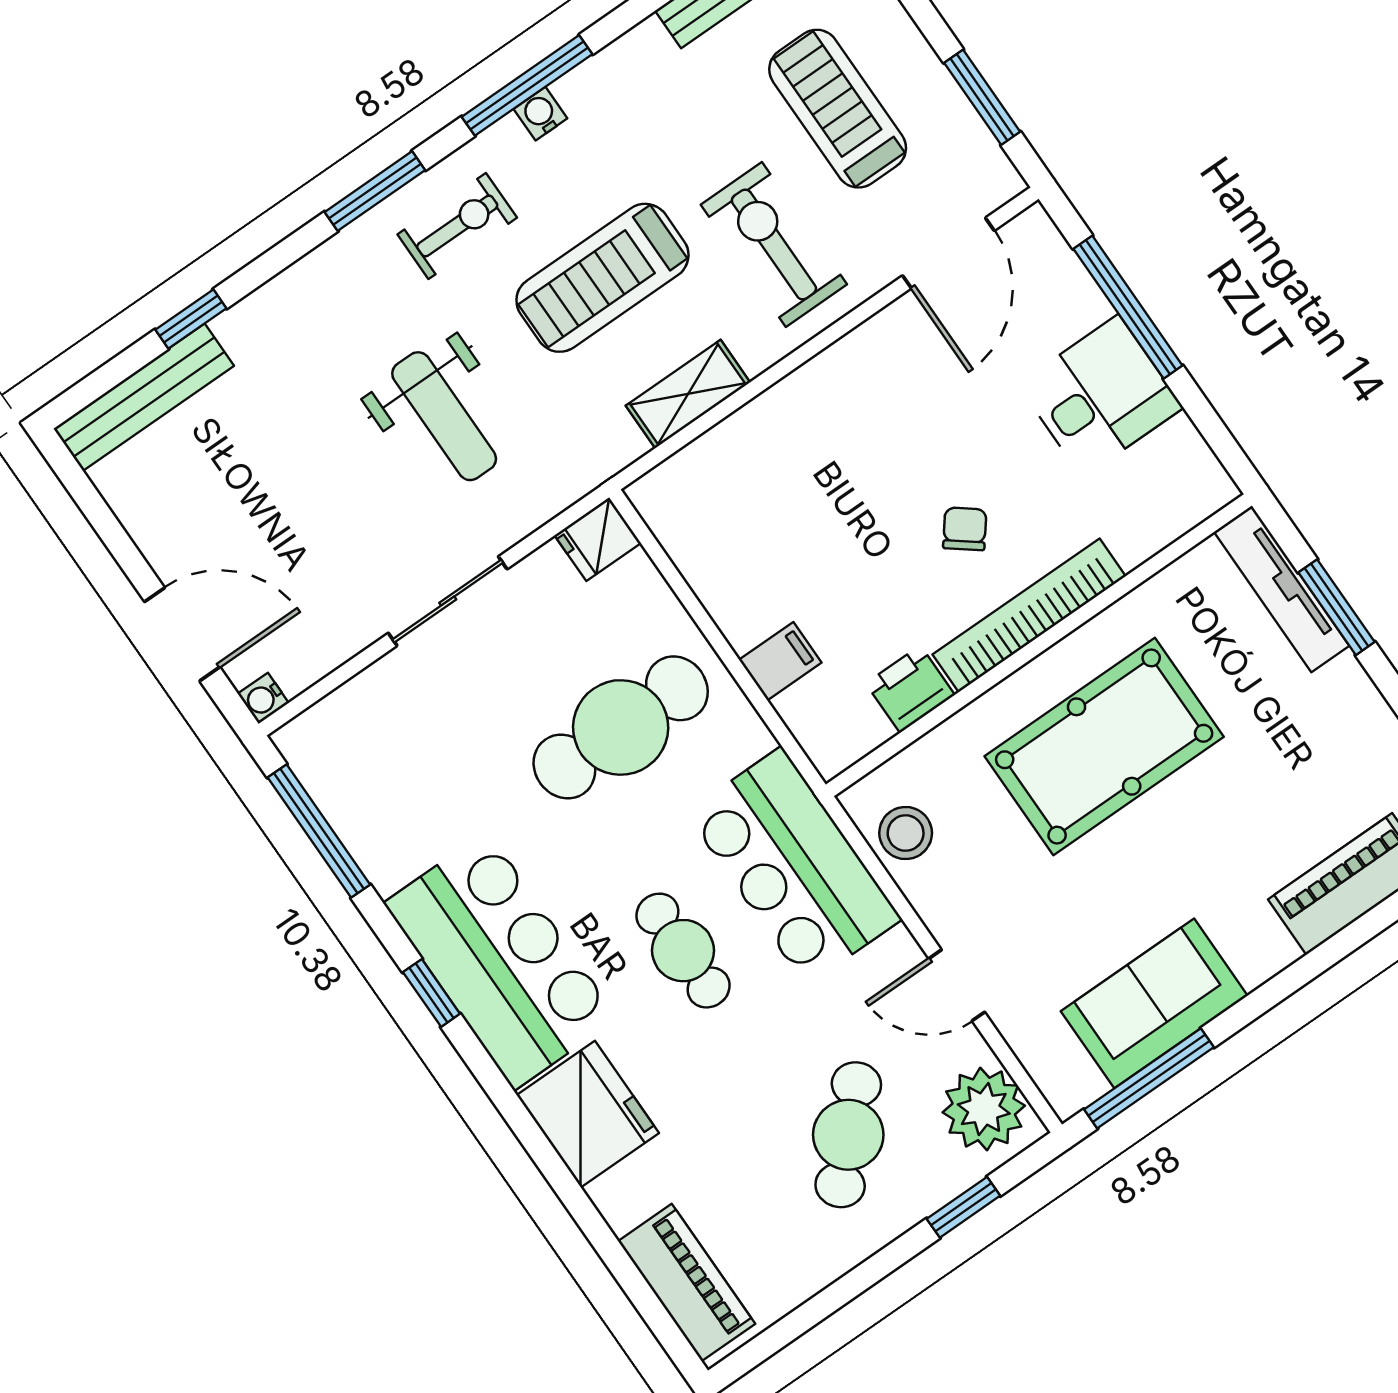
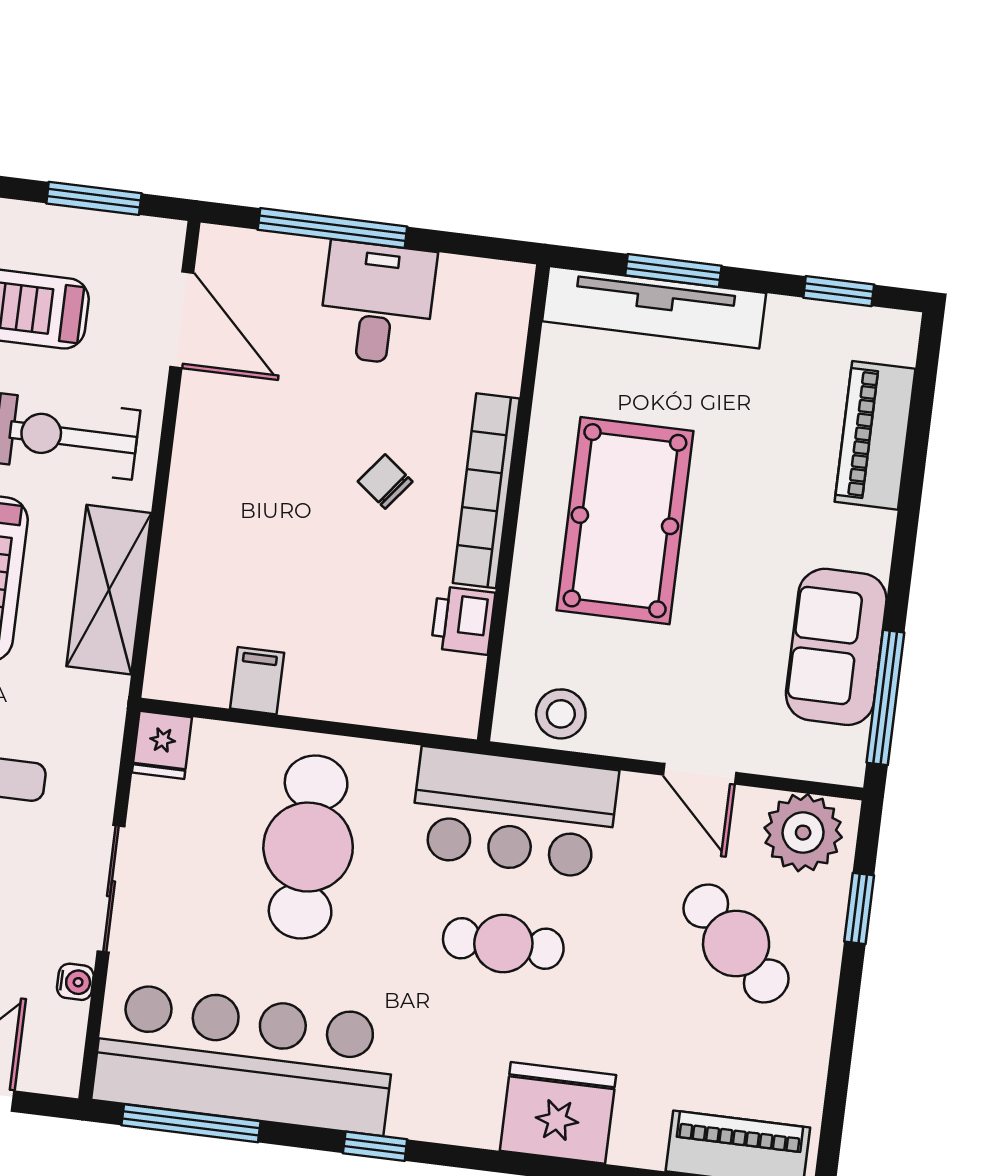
shelving: (688, 394) -> (109, 590), width x1.50, depth x1.33
tv unit: (1282, 589) -> (654, 307), width x1.36, depth x1.29
filing cabinet: (780, 661) -> (257, 681), moved
water cooler: (263, 698) -> (75, 982), moved, turned -90
bar counter: (501, 961) -> (245, 1059), moved, width x1.36
door: (957, 985) -> (700, 774), hinge flipped

